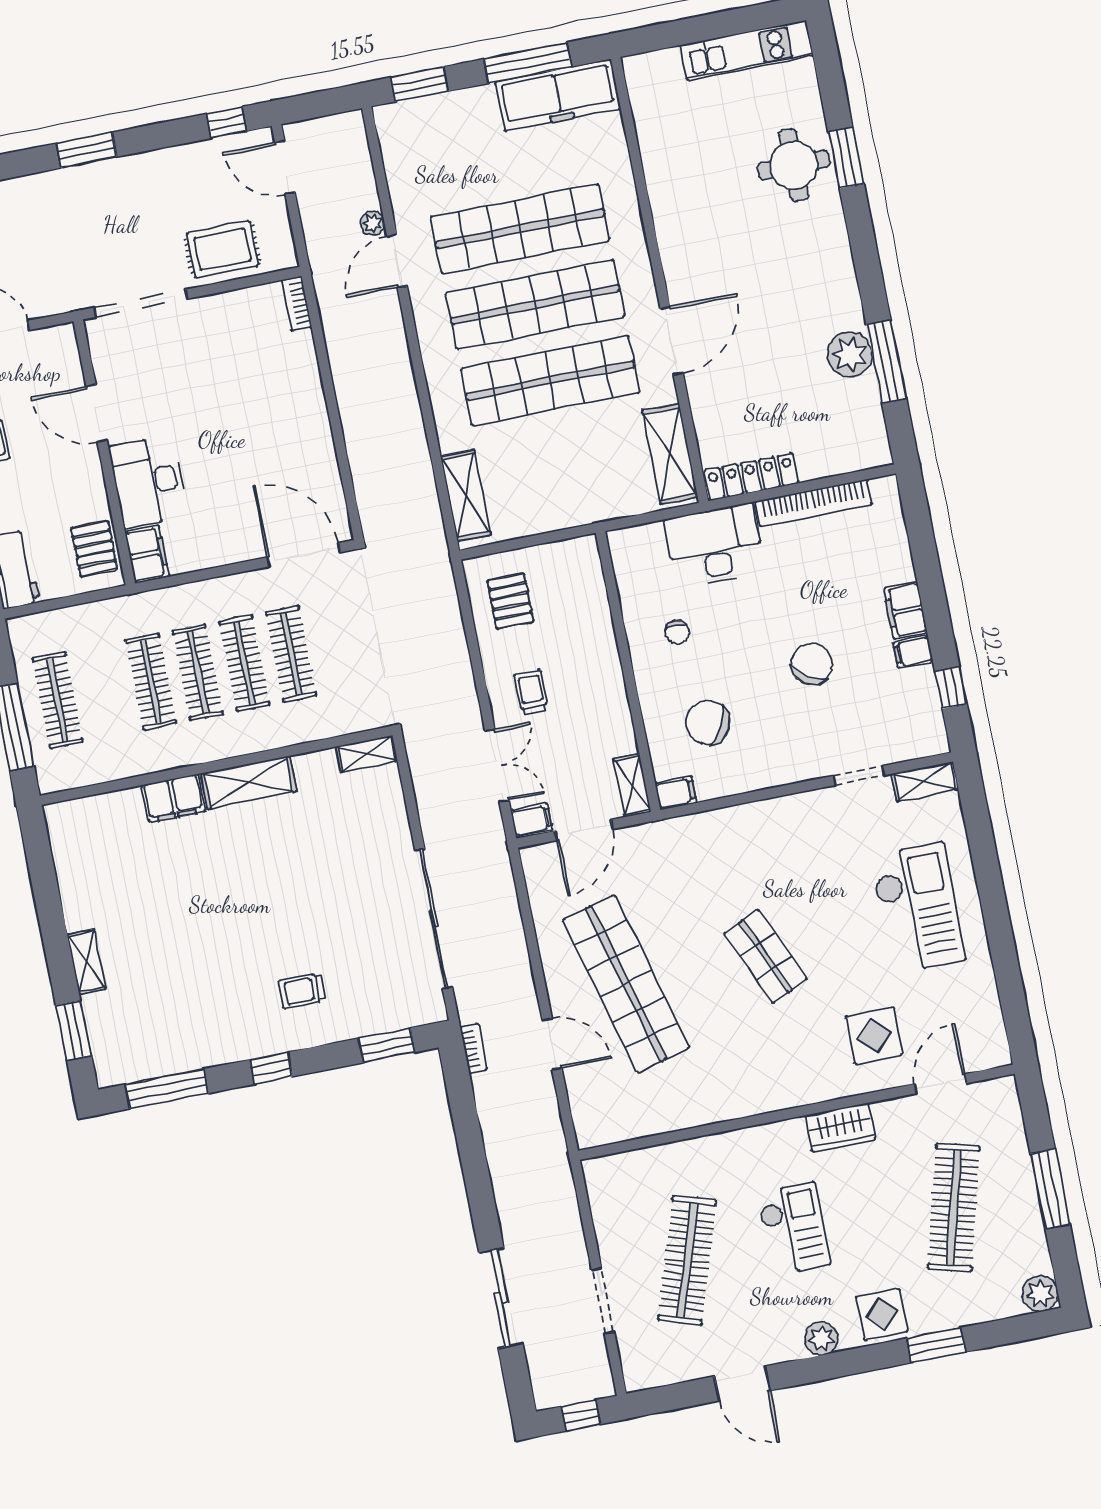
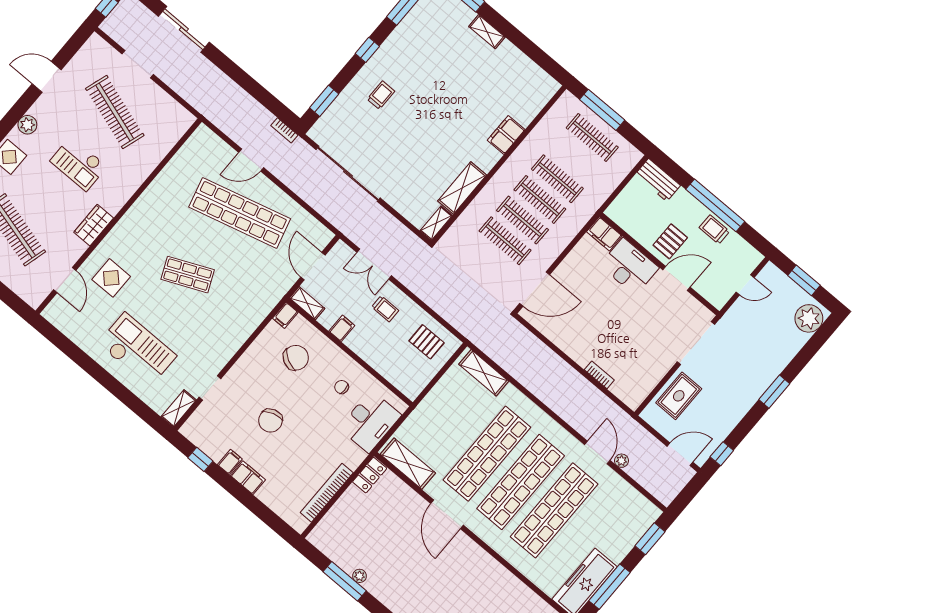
bookcase: (297, 304) -> (599, 375), moved
plant: (850, 354) -> (360, 576), width x0.53, depth x0.53
locker: (751, 477) -> (370, 475), width x0.66
desk: (715, 546) -> (370, 422), moved
pallet: (94, 549) -> (670, 241), moved, turned 90
chair: (812, 664) -> (270, 421), turned 41
shelving: (249, 782) -> (462, 188), moved
filing cabinet: (532, 820) -> (342, 328), moved, turned 180
checkout: (917, 908) -> (137, 350), turned 180

